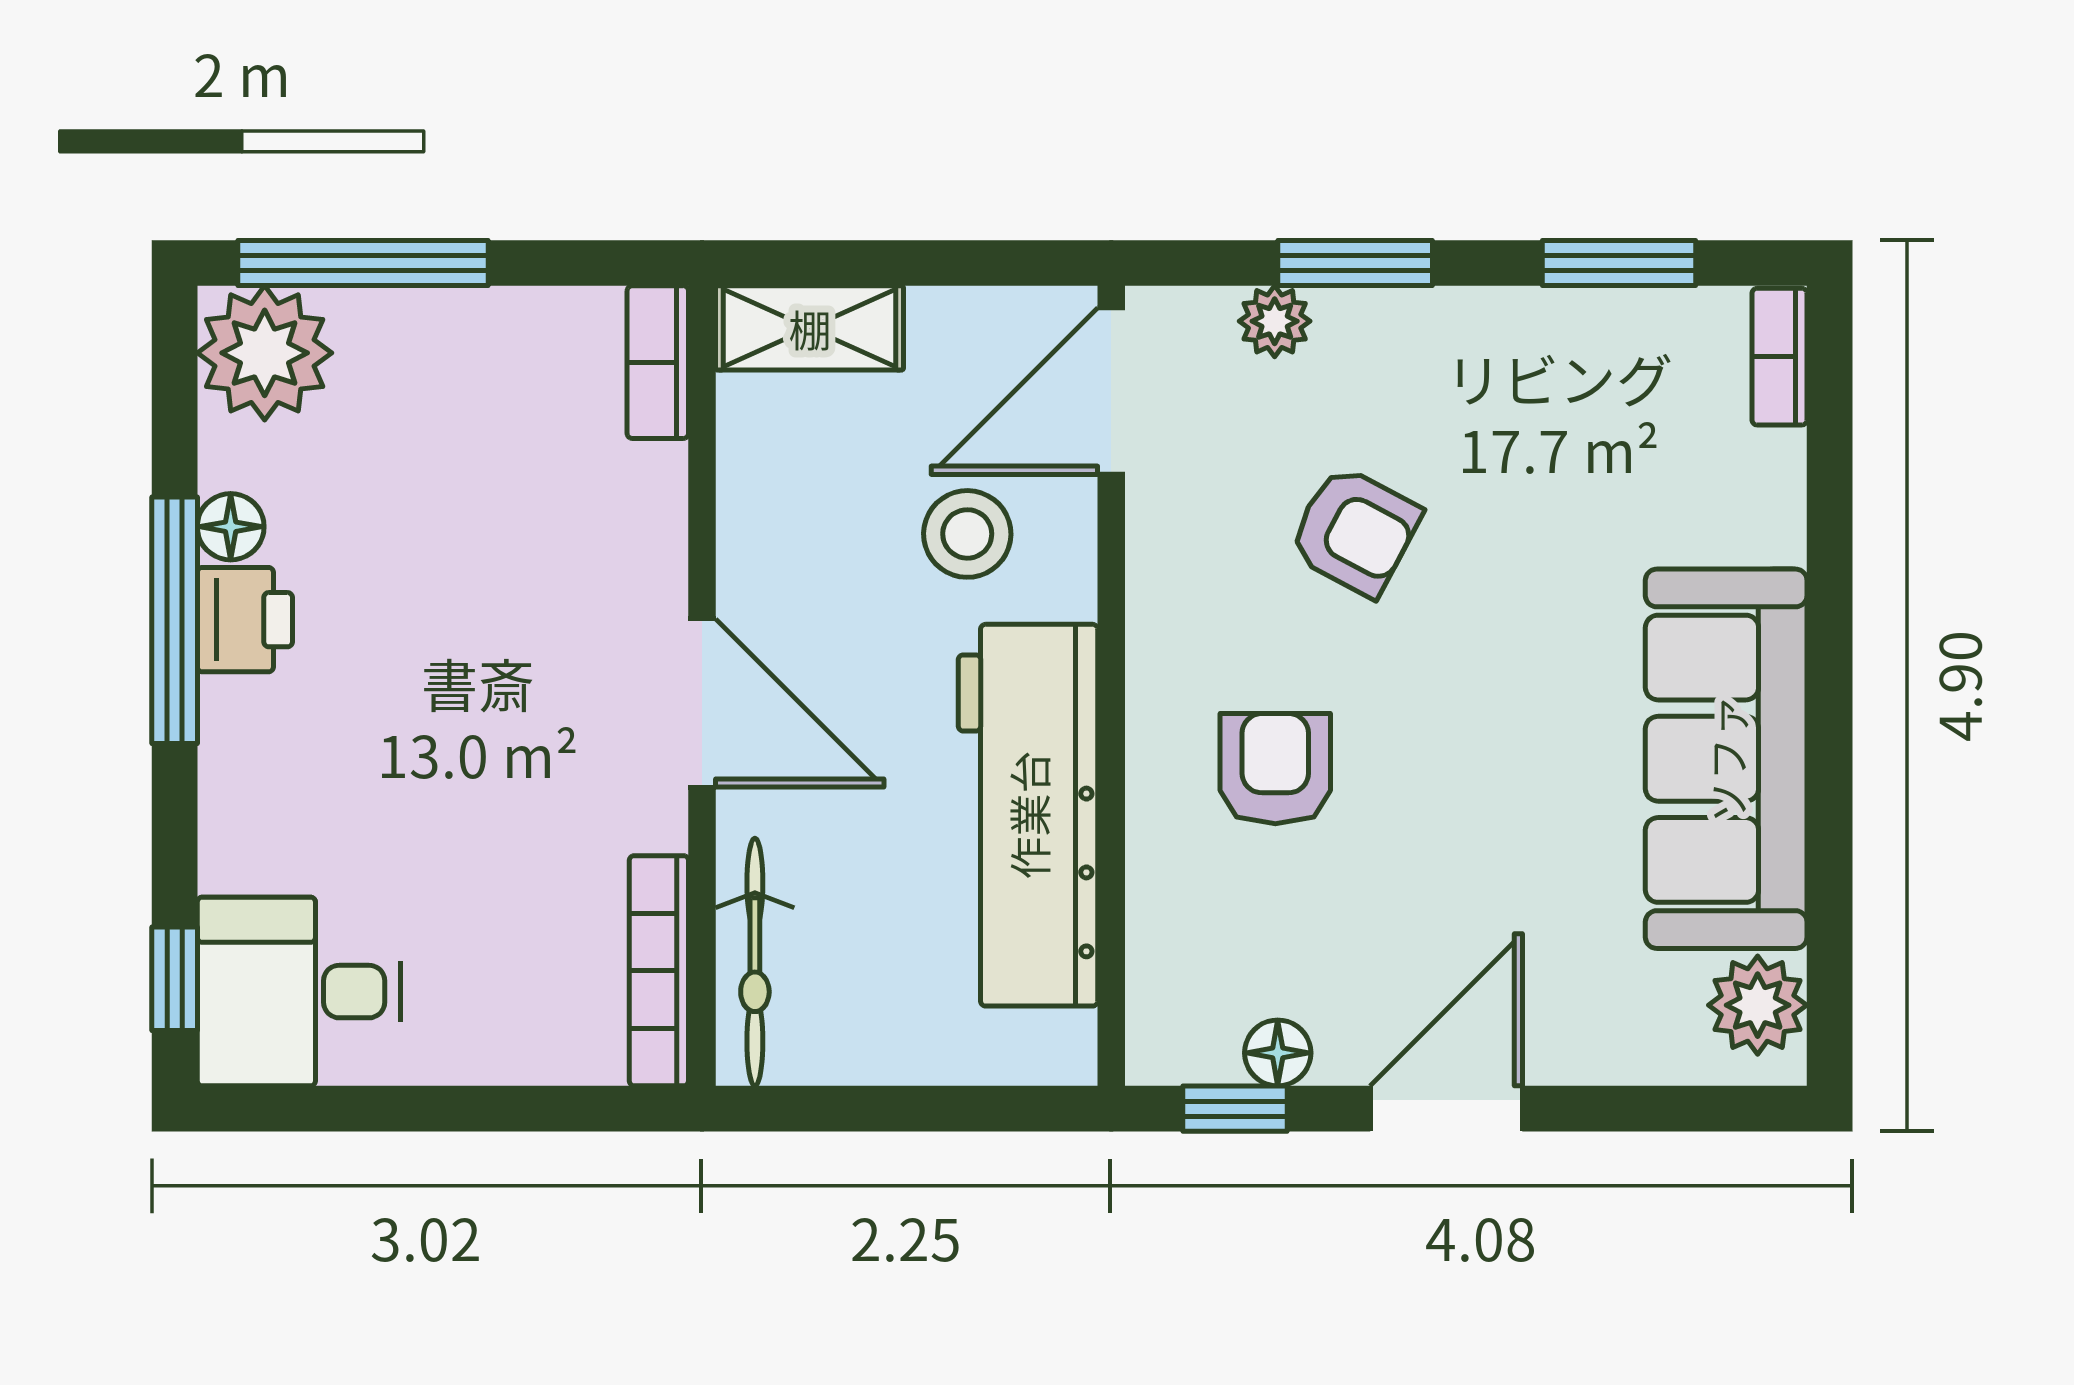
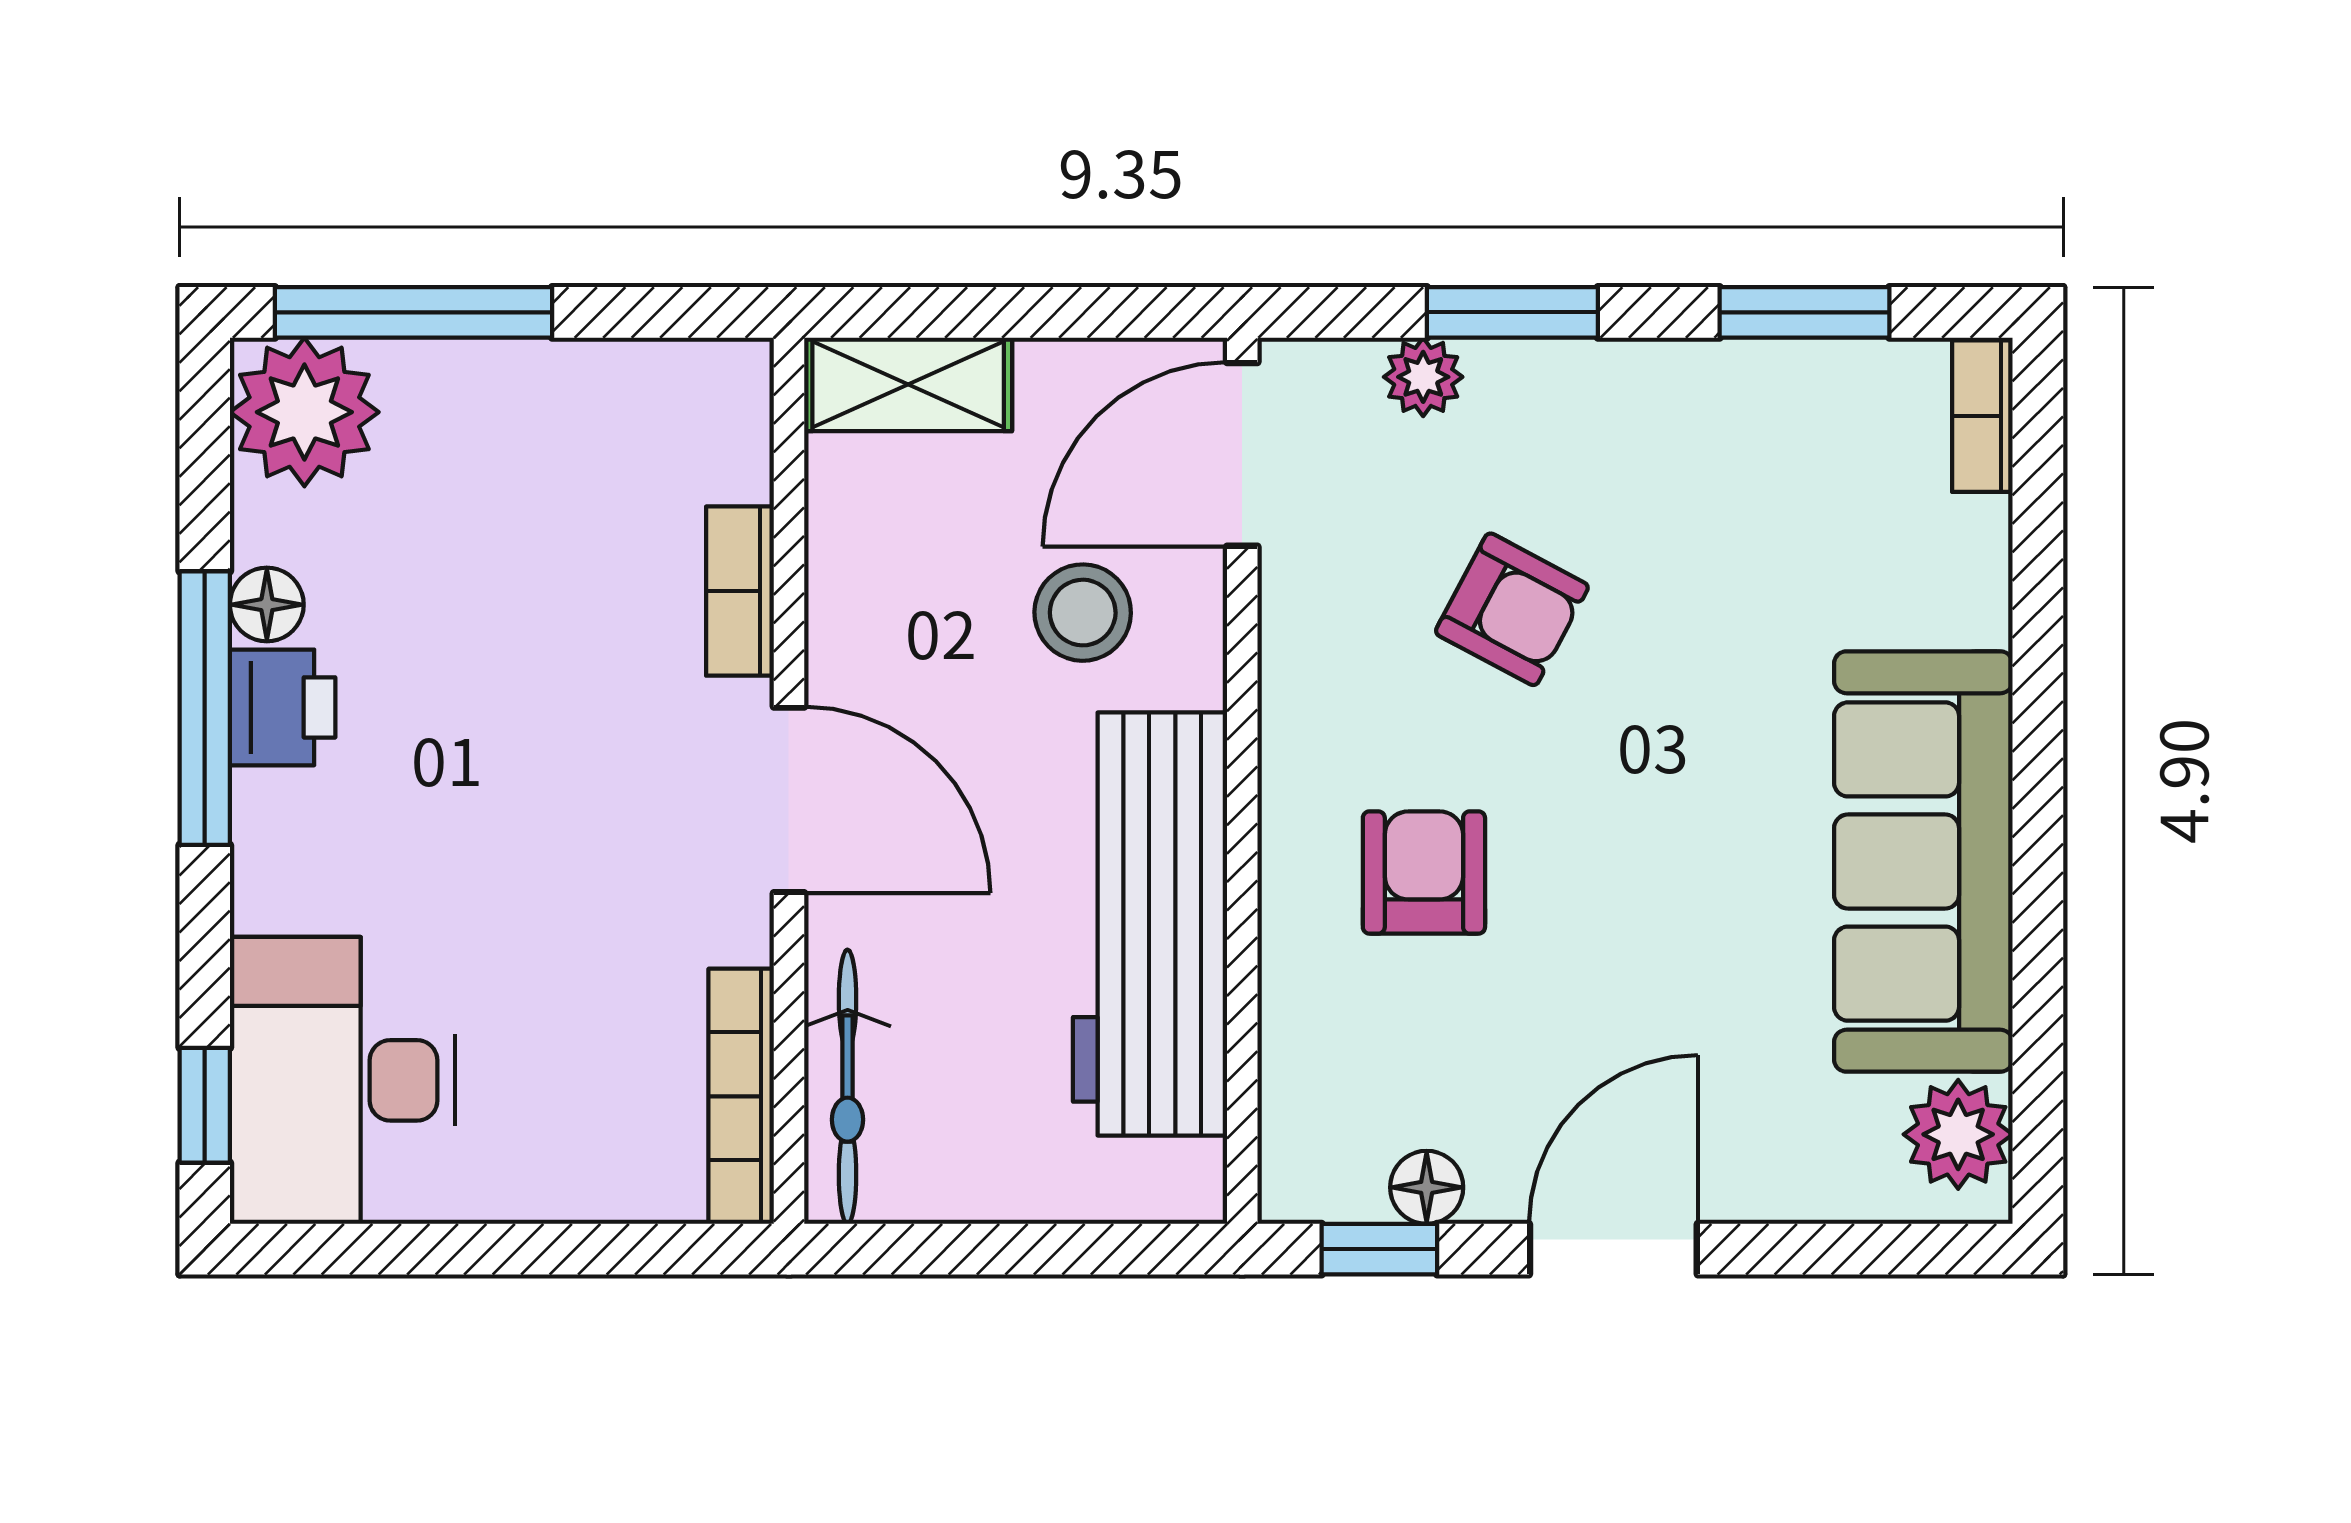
bookcase: (658, 362) -> (740, 591), moved
desk: (299, 992) -> (343, 1080), width x1.37

